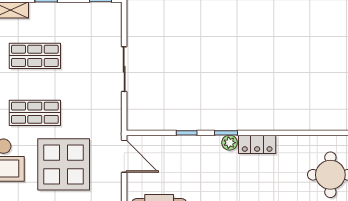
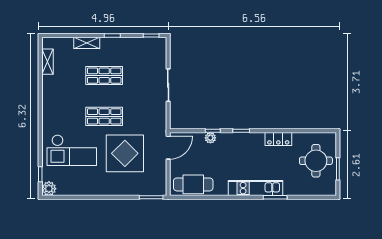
plant: (230, 143) -> (210, 138), moved
locker: (257, 144) -> (278, 139), moved
door: (124, 156) -> (168, 148), hinge flipped

